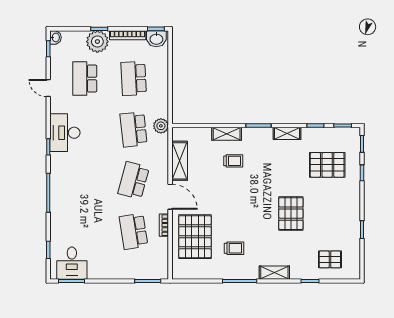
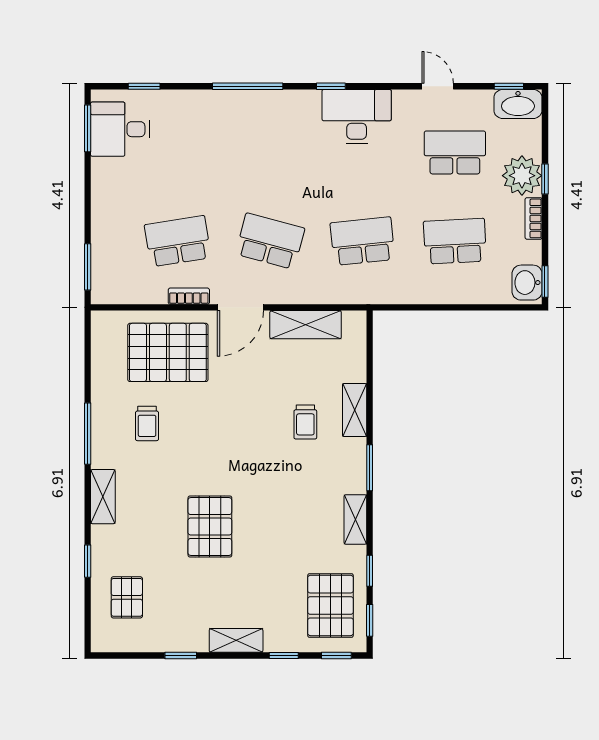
bookcase: (128, 35) -> (534, 218), width x0.64
washbasin: (55, 37) -> (518, 104), width x1.91, depth x1.45
door: (48, 88) -> (438, 86), hinge flipped
plant: (161, 126) -> (369, 291), removed
pallet: (327, 165) -> (330, 605), moved
shelving: (354, 199) -> (236, 640), added
pallet: (291, 214) -> (210, 527), turned 90

